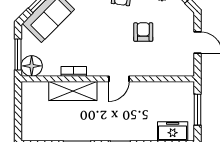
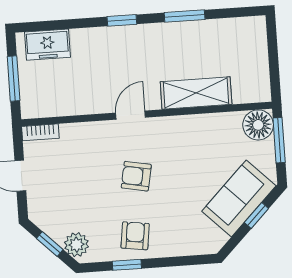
armchair: (143, 32) -> (136, 176), moved, turned 101
bookcase: (74, 71) -> (40, 132), moved

